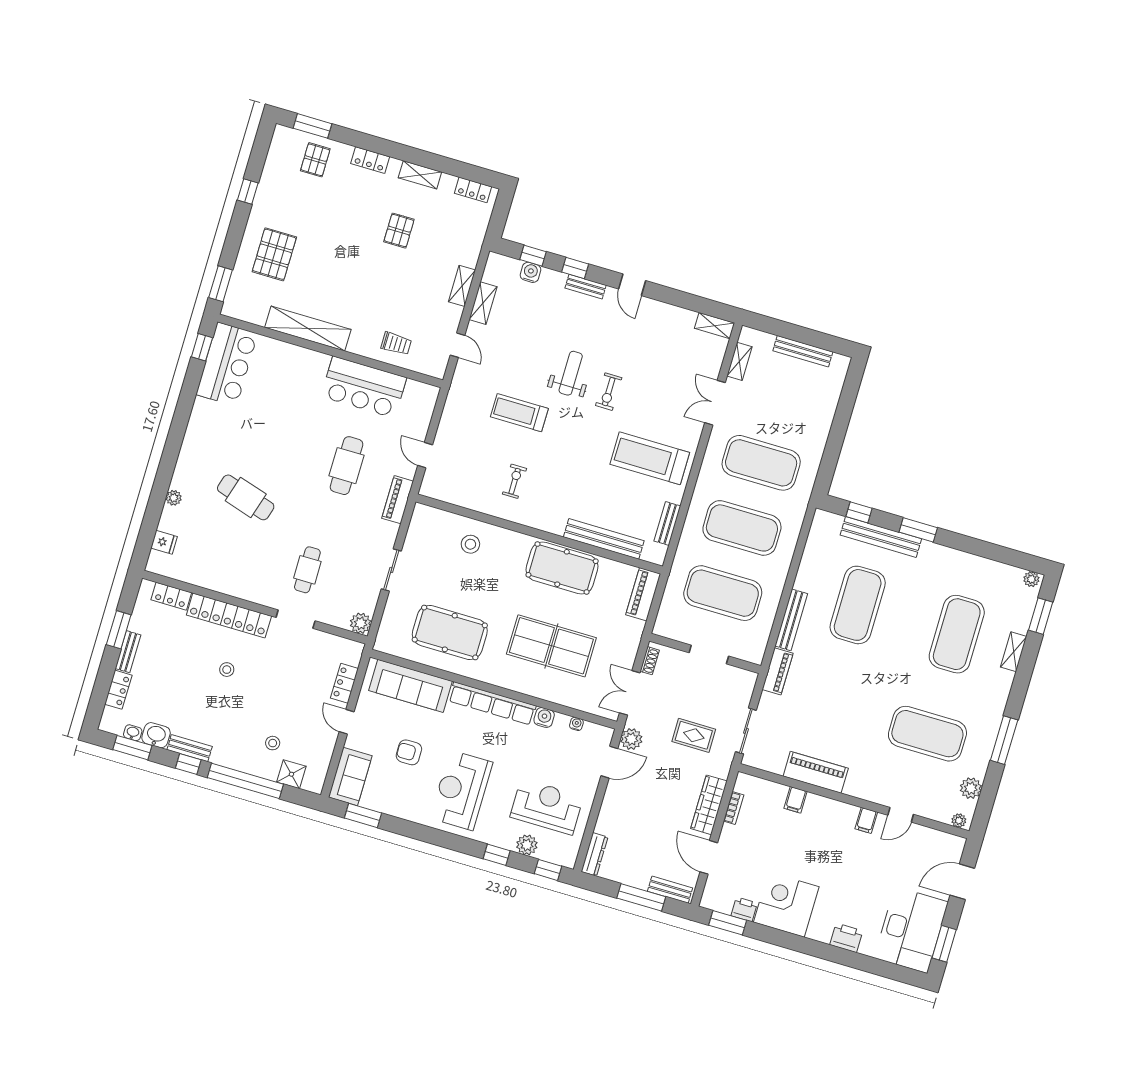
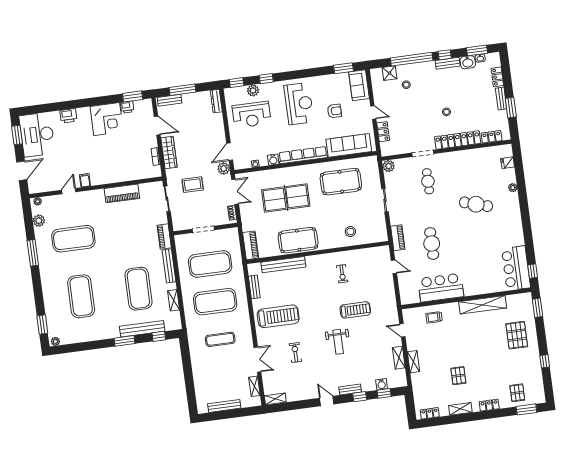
exercise bike: (609, 392) -> (295, 352), moved
exercise mat: (761, 463) -> (220, 339), width x0.50, depth x0.69
shelving: (1014, 652) -> (174, 300), moved
filing cabinet: (796, 800) -> (126, 175), removed

